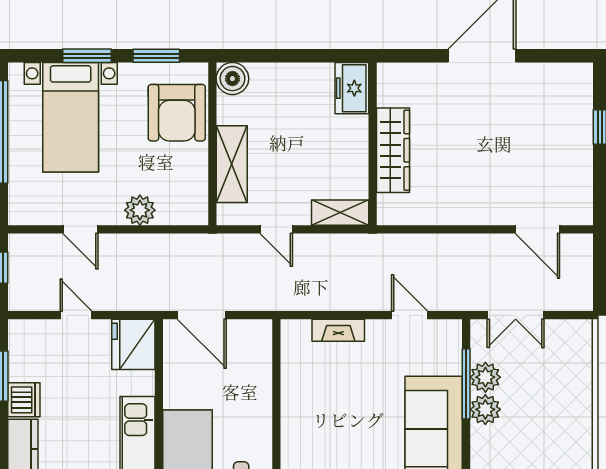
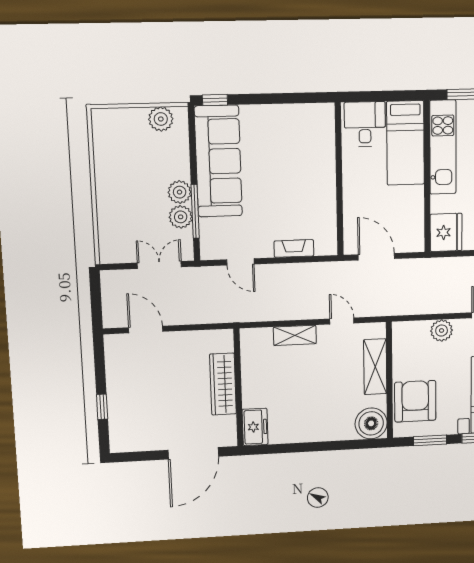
boiler: (232, 79) -> (371, 423), width x1.37, depth x1.37
freezer: (352, 88) -> (255, 427), moved
wall: (373, 144) -> (238, 388), moved
wardrobe: (393, 150) -> (223, 384), moved
door: (202, 315) -> (376, 257), moved

